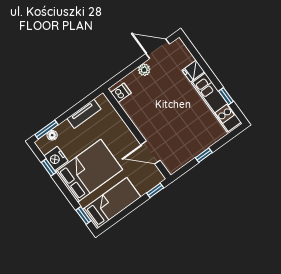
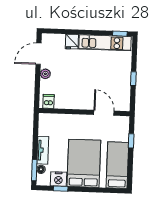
window: (226, 96) -> (120, 34), moved
tv unit: (84, 114) -> (43, 150), moved
door: (151, 153) -> (104, 113), swing flipped
window: (155, 190) -> (131, 141), moved
window: (83, 216) -> (111, 190), removed

